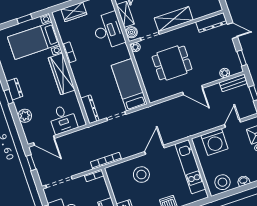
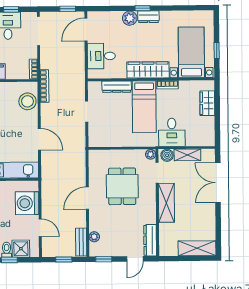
desk: (108, 30) -> (172, 132), width x0.73
bed: (129, 85) -> (144, 107), moved, turned 90
dresser: (90, 109) -> (117, 87), moved
plant: (25, 116) -> (130, 18), moved
stool: (141, 175) -> (27, 101), moved

